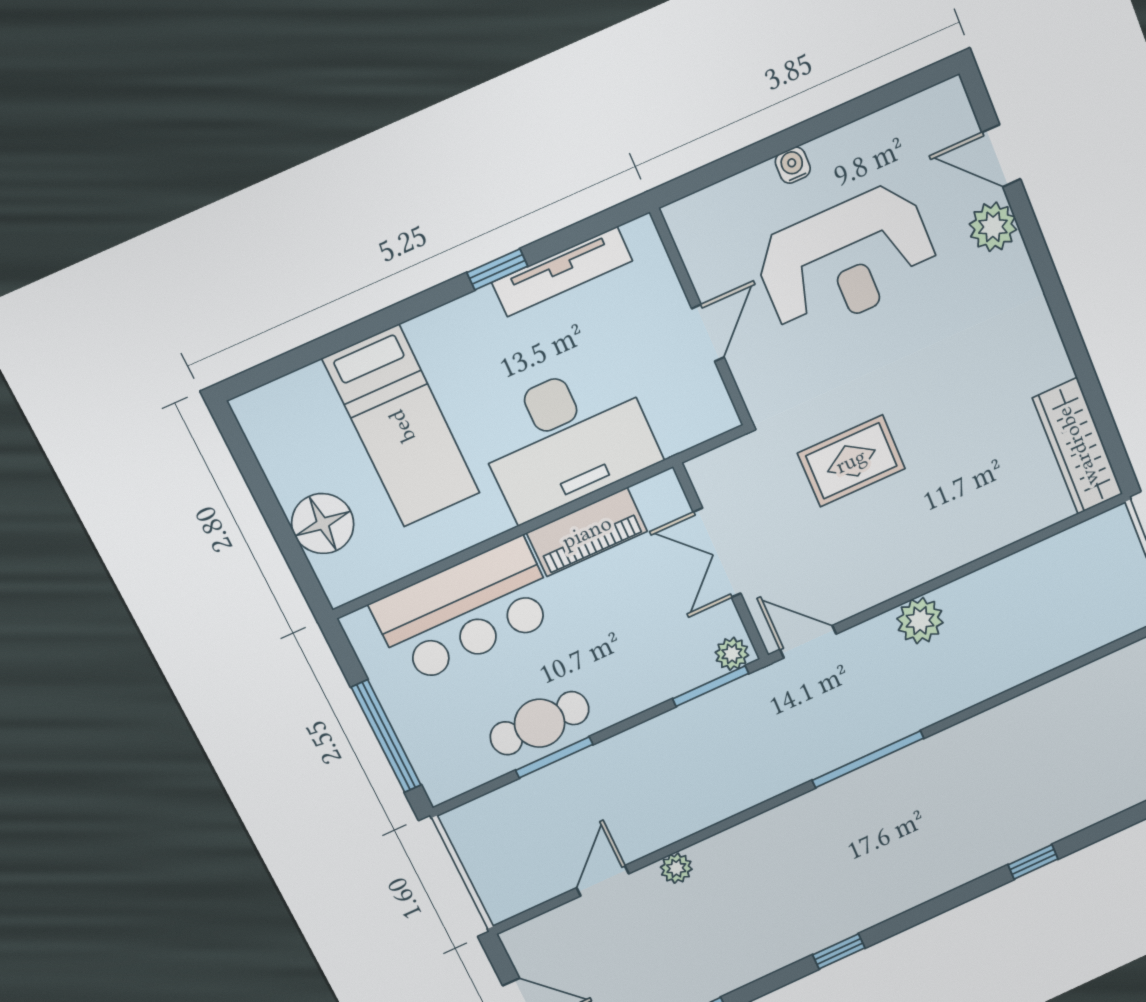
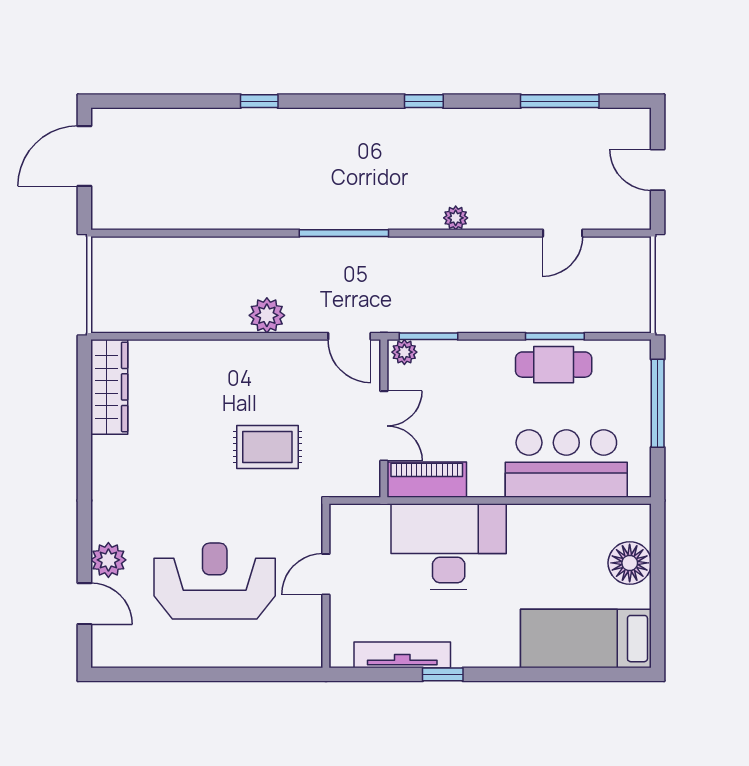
water cooler: (793, 165) -> (224, 657), removed
bed: (402, 426) -> (586, 639), moved, turned -90
piano: (587, 532) -> (427, 480), moved
plant: (676, 868) -> (456, 218), moved

